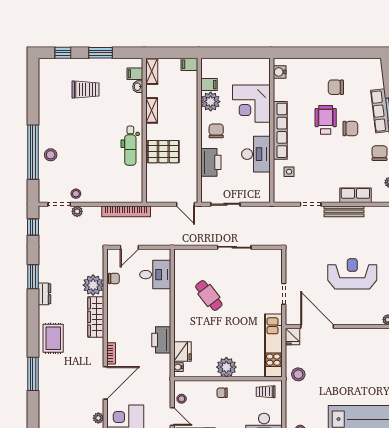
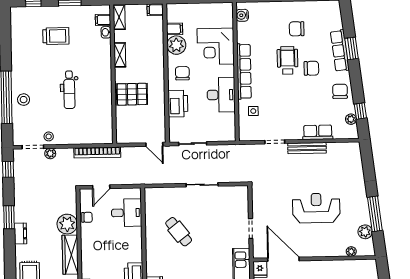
dental chair: (130, 146) -> (69, 90), moved

